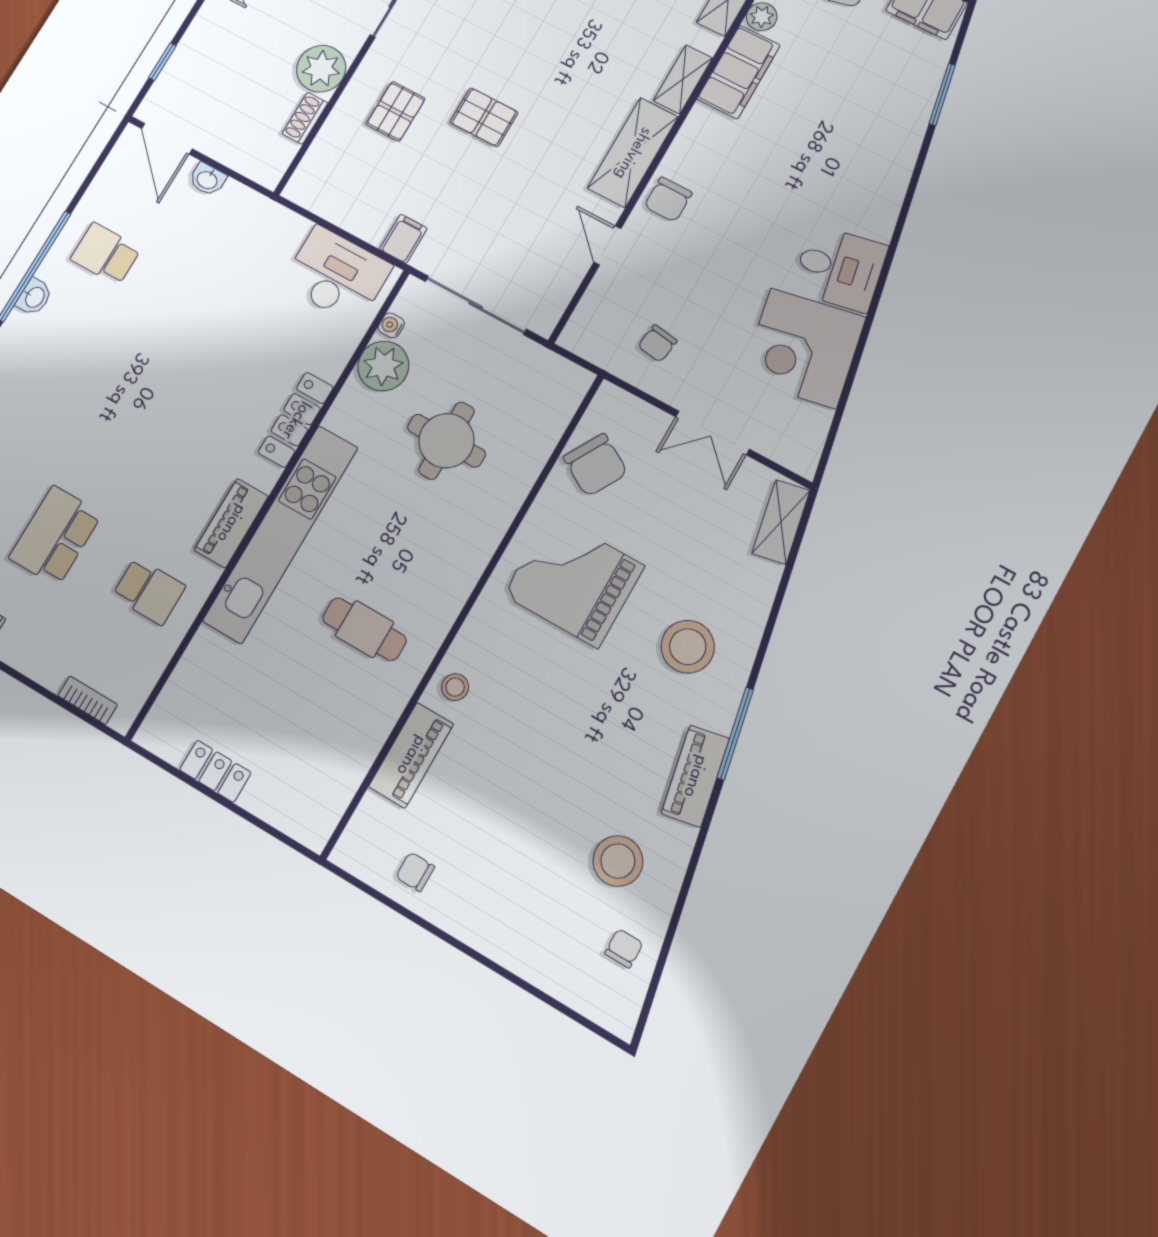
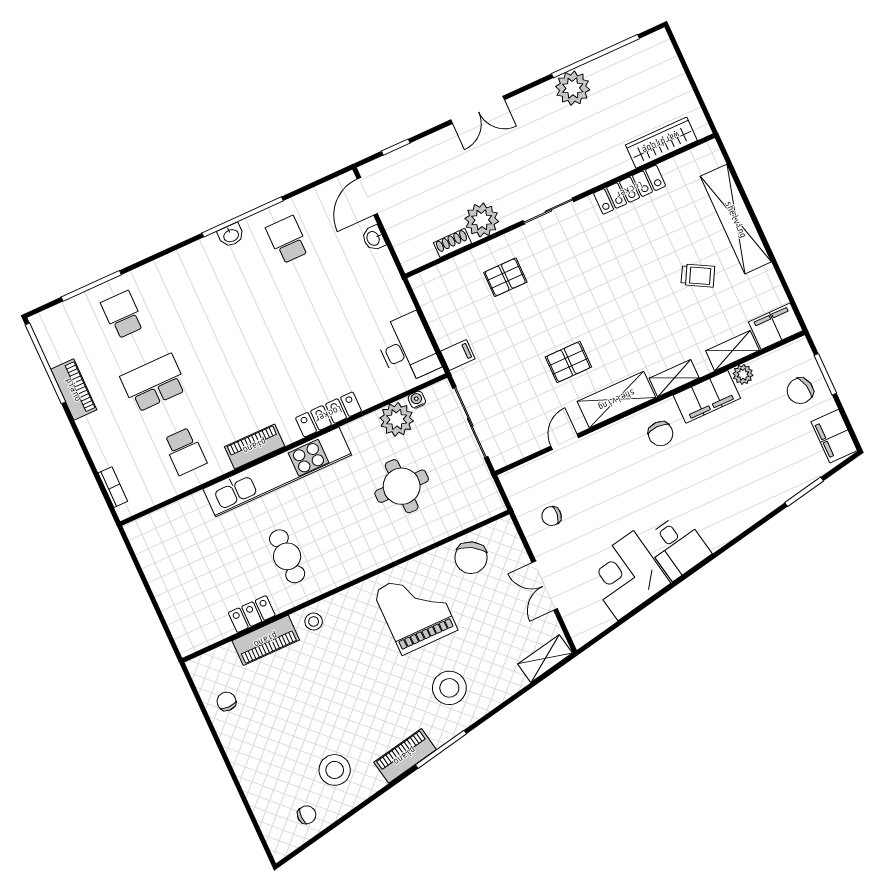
pallet: (484, 117) -> (568, 362), moved, turned 90
chair: (668, 200) -> (661, 434), moved, turned -90
locker: (215, 771) -> (252, 614), moved, turned -90

